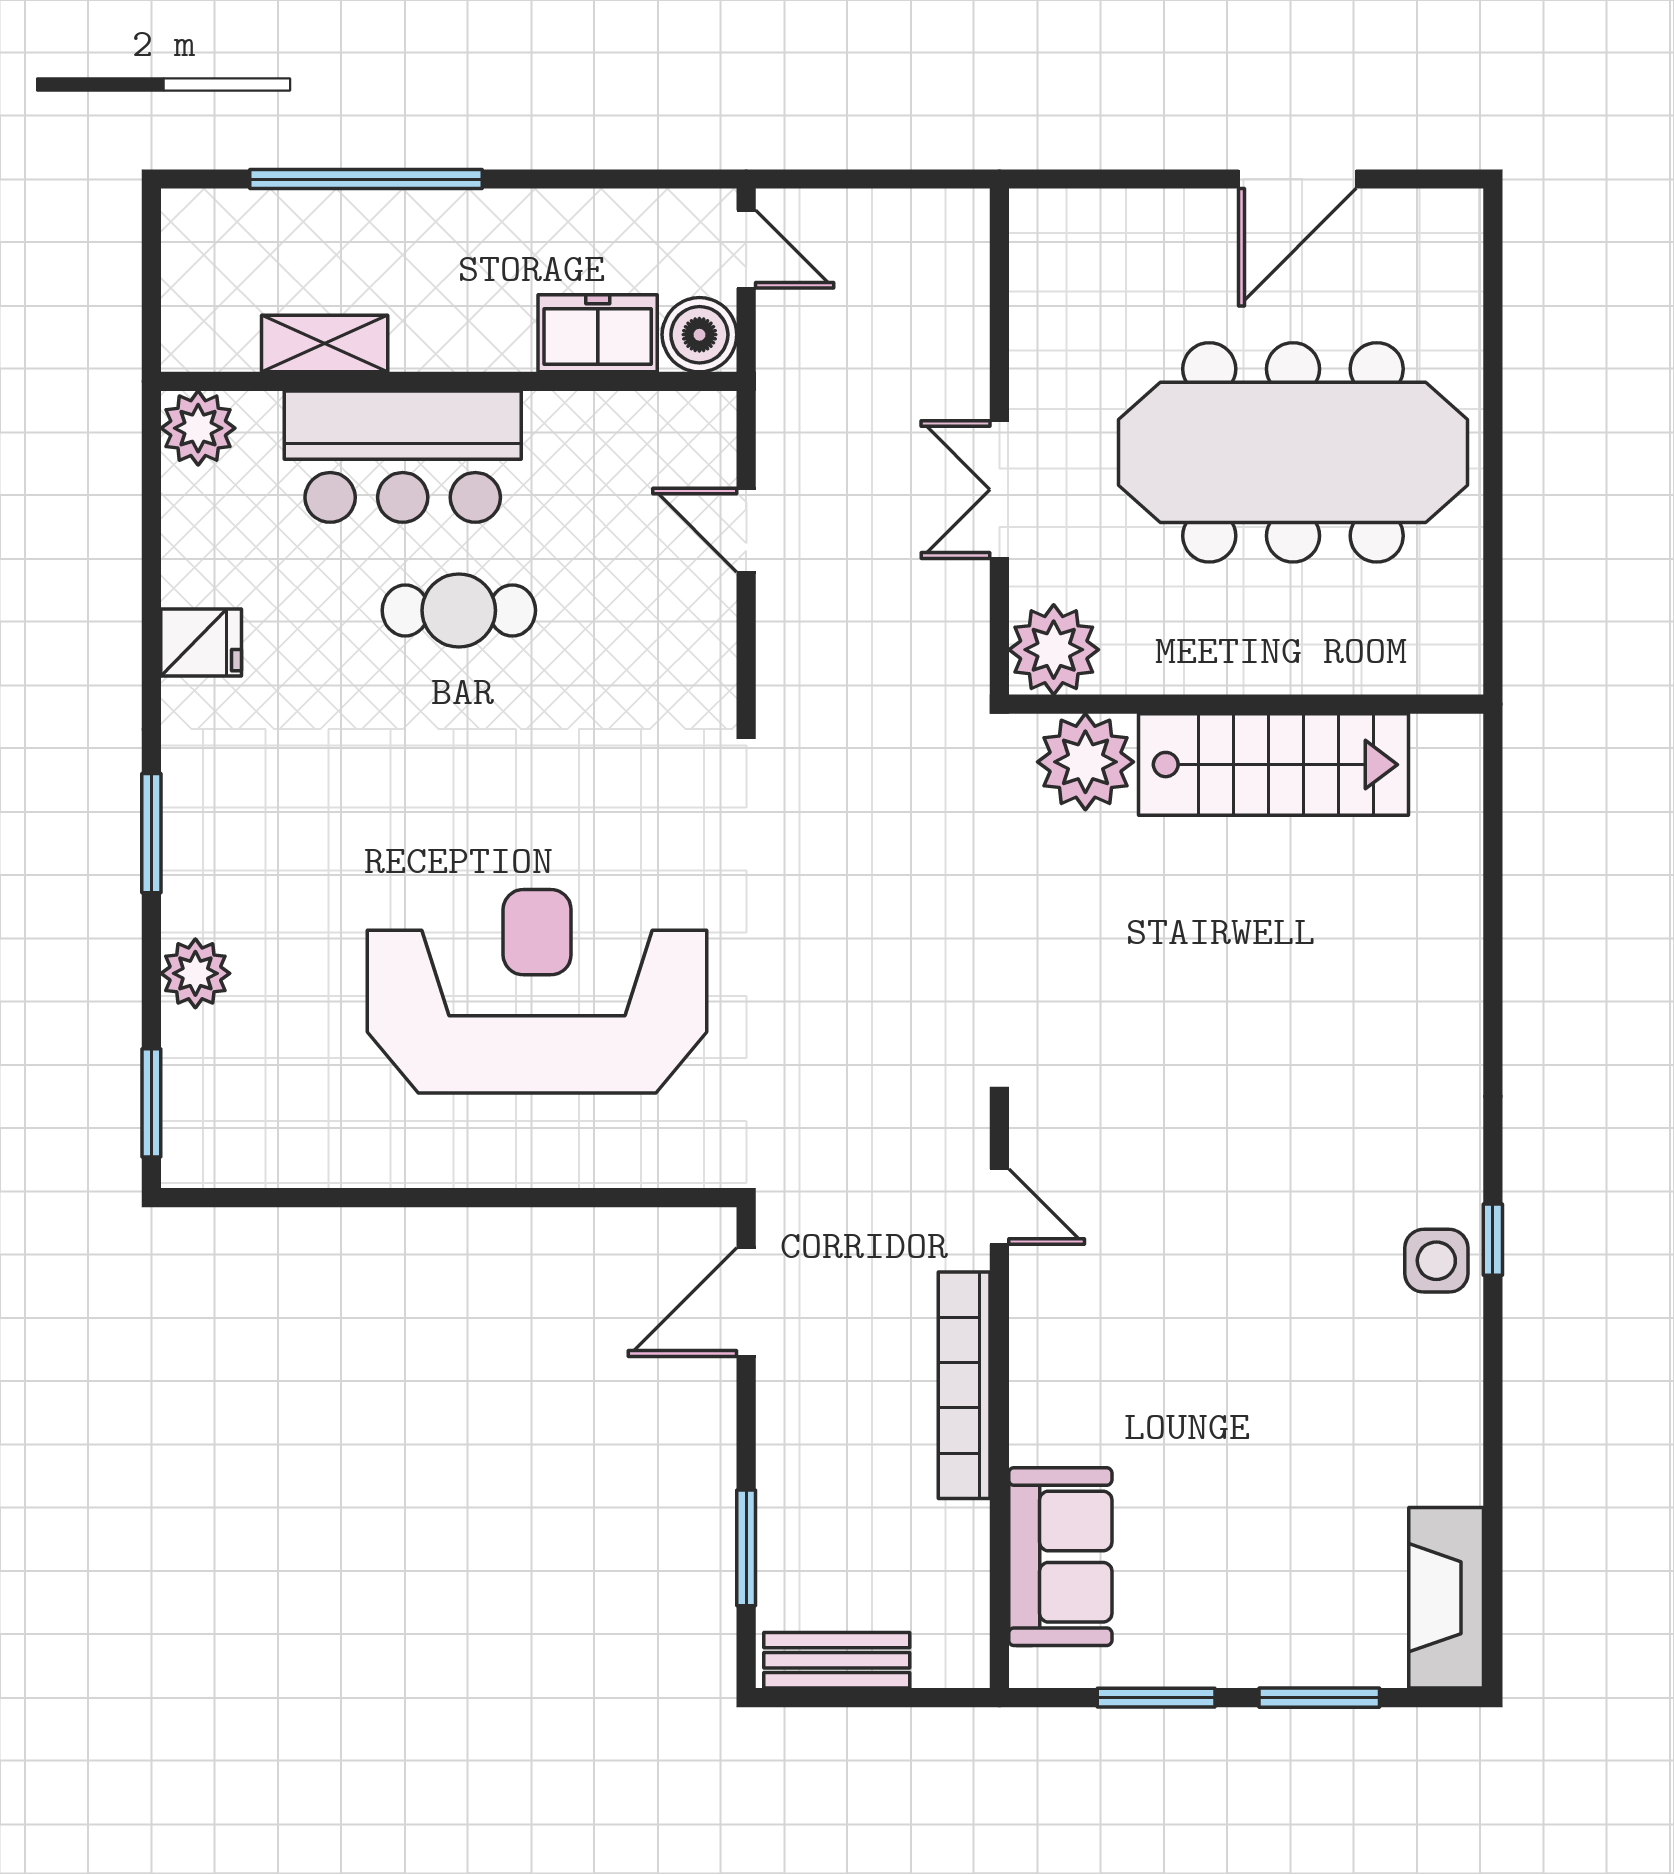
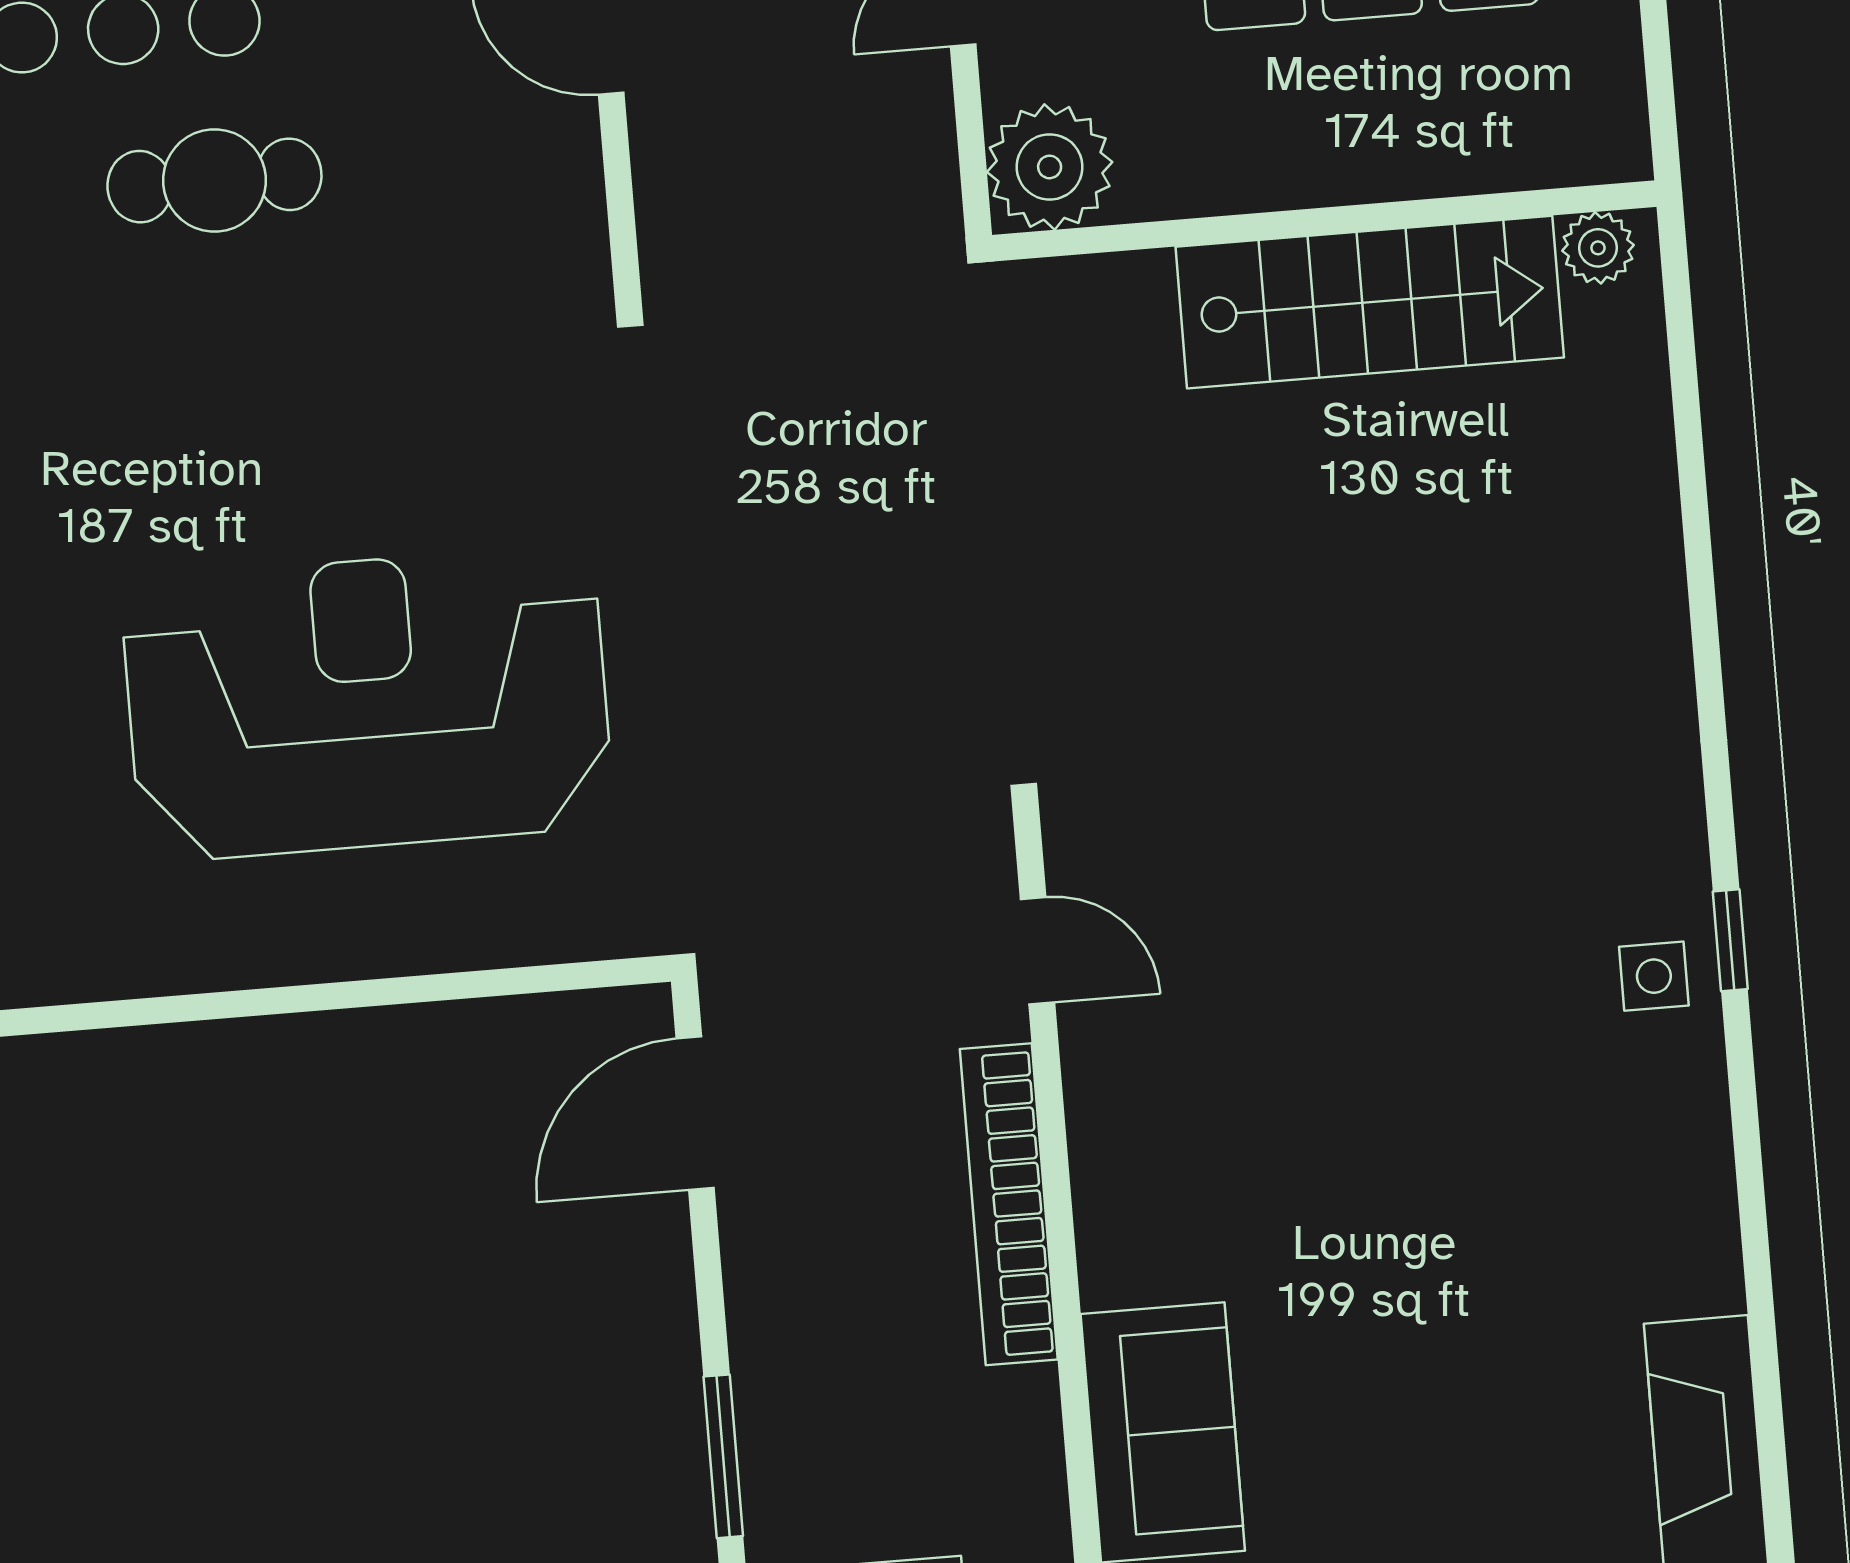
plant: (1085, 762) -> (1598, 248), moved, width x0.53, depth x0.53
side table: (1436, 1261) -> (1654, 976), width x0.73, depth x0.73

